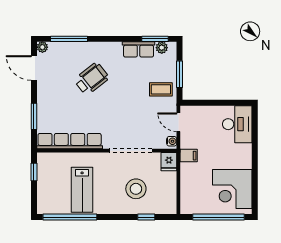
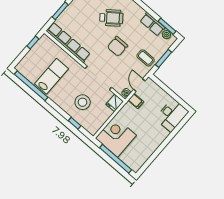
chair: (123, 102) -> (117, 46), added
filing cabinet: (189, 156) -> (136, 101), moved
corner desk: (232, 189) -> (116, 137), moved, turned 90
lab bench: (82, 190) -> (51, 76), turned 180

